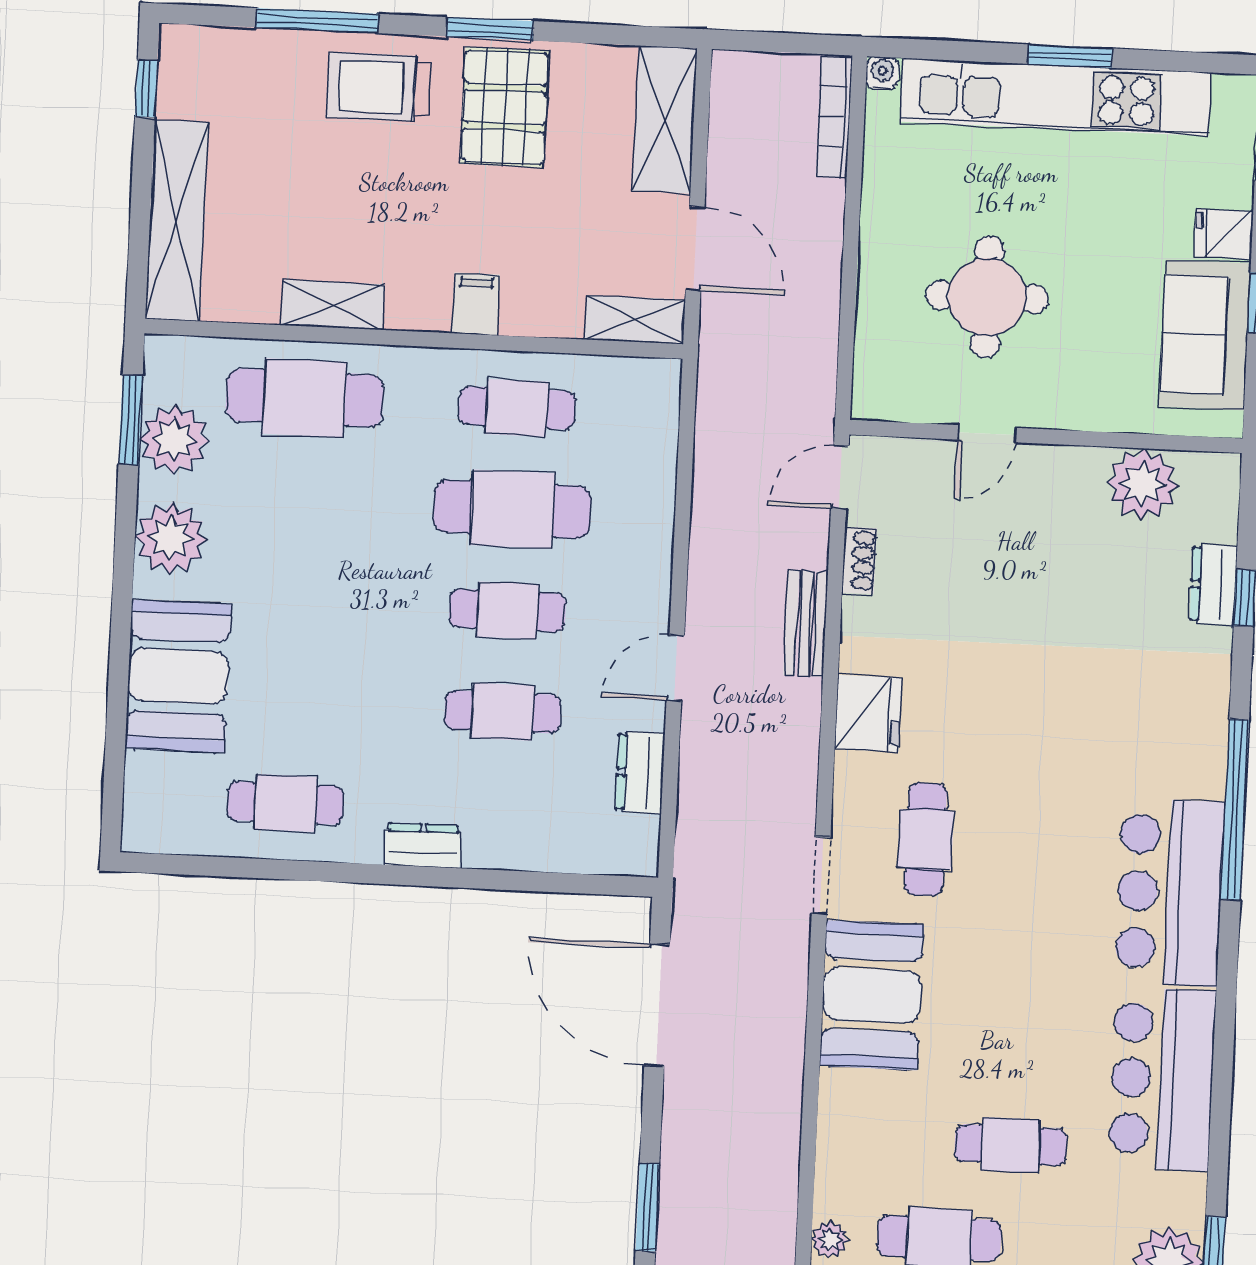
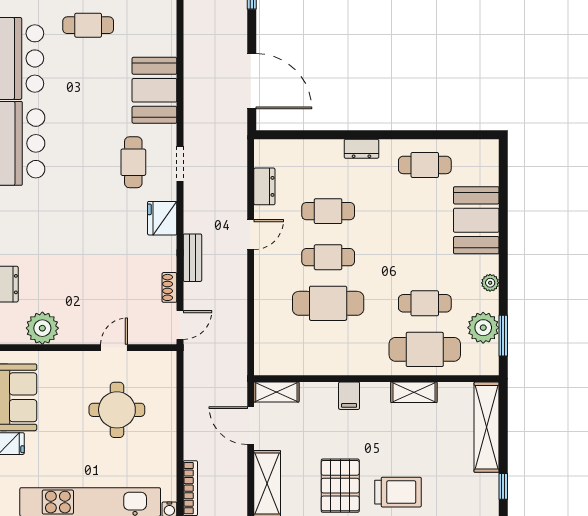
cafe table: (517, 408) -> (425, 303), moved
plant: (171, 538) -> (490, 283), width x0.53, depth x0.53
doorway: (821, 876) -> (180, 164), moved

